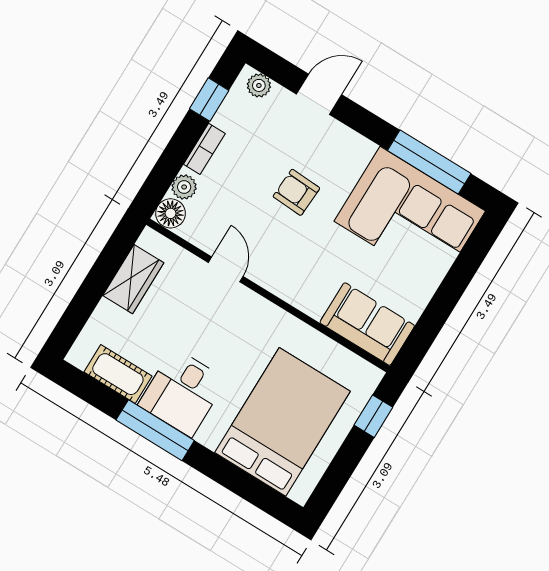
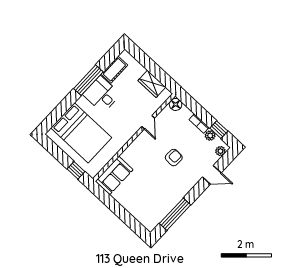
door: (319, 94) -> (212, 175), hinge flipped
plant: (184, 187) -> (210, 136), moved
corner sofa: (410, 216) -> (155, 202), removed
door: (226, 269) -> (148, 122), hinge flipped

